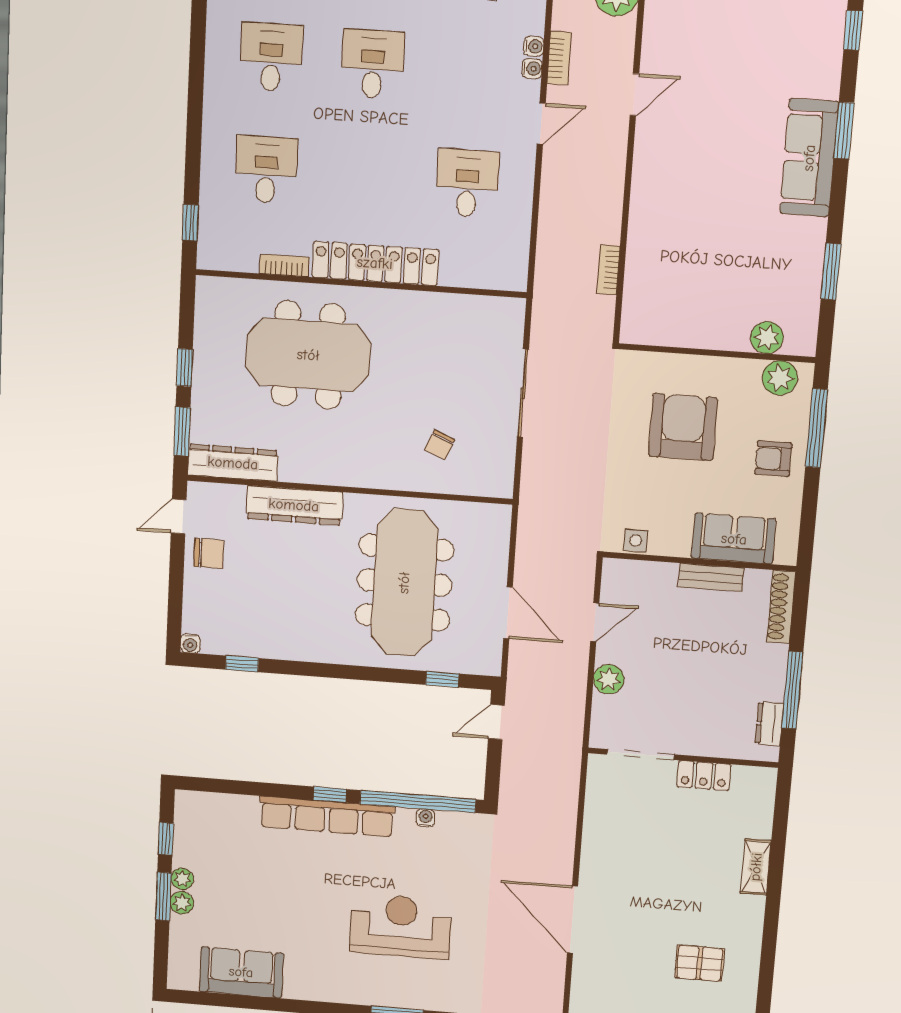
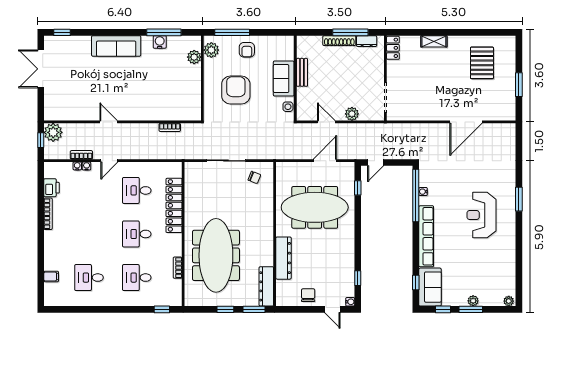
desk: (373, 64) -> (137, 234), moved
door: (634, 94) -> (109, 122), moved
door: (541, 124) -> (109, 161), swing flipped
window: (844, 131) -> (104, 32), removed
water cooler: (809, 260) -> (160, 42), added
locker: (375, 263) -> (174, 205), moved
window: (831, 272) -> (164, 32), width x1.44
meeting table: (308, 355) -> (216, 255), width x1.36
armchair: (683, 427) -> (236, 90), turned 90
chair: (440, 445) -> (254, 177), moved
door: (179, 516) -> (332, 309), moved
sofa: (734, 539) -> (284, 79), moved
shoe rack: (781, 607) -> (339, 41), moved
door: (496, 722) -> (376, 162), hinge flipped
locker: (704, 776) -> (393, 48), moved
window: (330, 795) -> (416, 283), moved
plant: (182, 879) -> (509, 301), moved
reception desk: (401, 926) -> (481, 215), moved
pallet: (699, 963) -> (482, 63), width x1.50, depth x1.42
sofa: (241, 972) -> (430, 287), moved, turned 180

